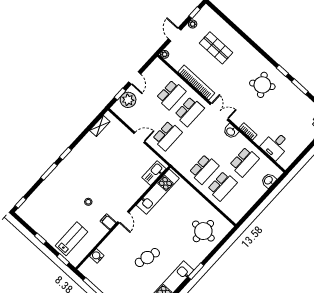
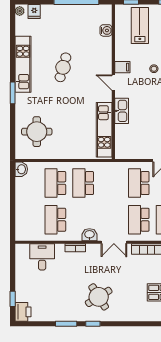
kitchen sink: (154, 173) -> (122, 111), moved
washbasin: (269, 180) -> (21, 169), moved
lab bench: (71, 239) -> (140, 26), turned 180

